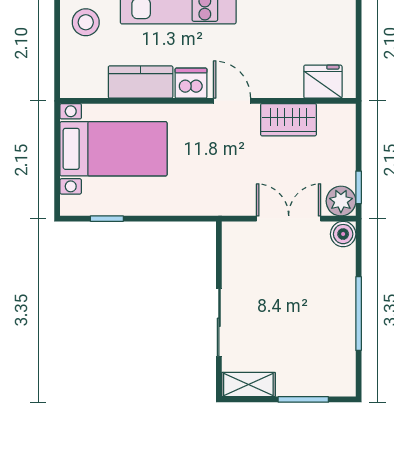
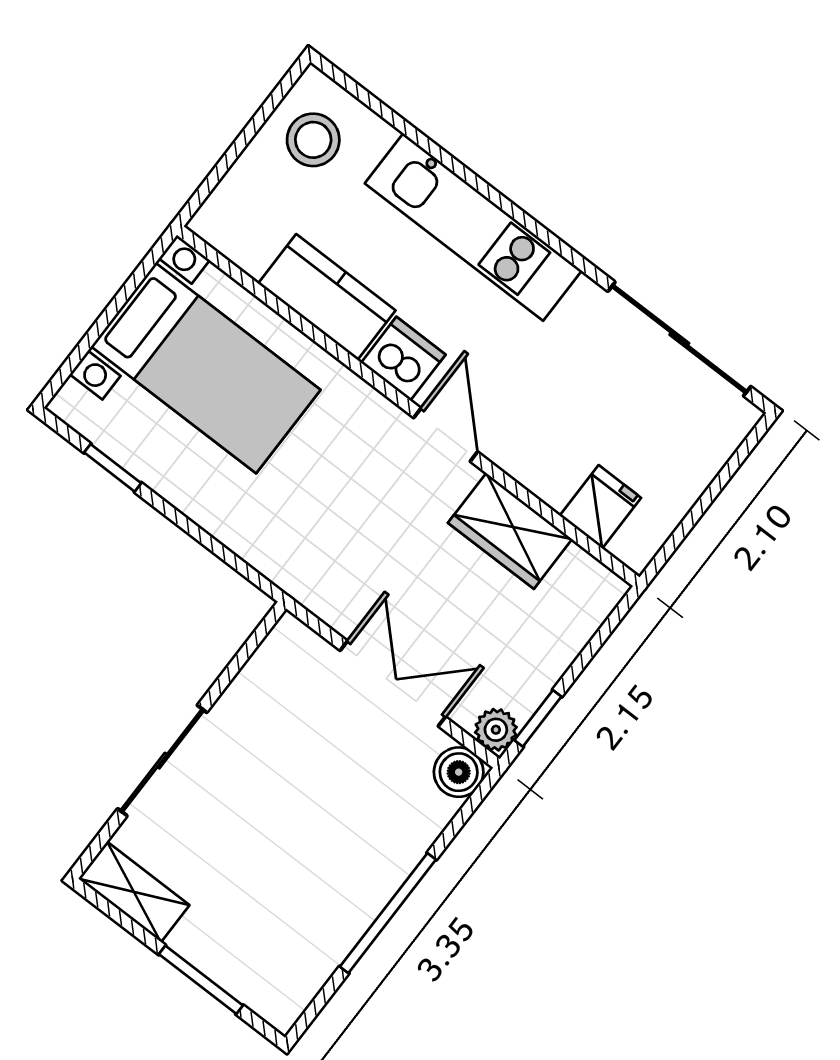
fridge: (323, 82) -> (600, 507), width x0.72
plant: (341, 201) -> (496, 730), width x0.73, depth x0.73

